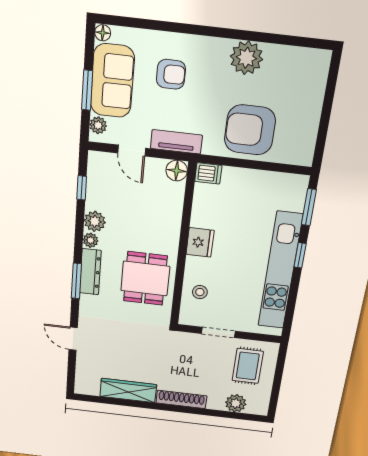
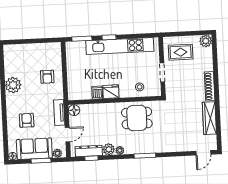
armchair: (250, 130) -> (47, 77), width x0.53, depth x0.53
dishwasher: (208, 173) -> (97, 93), moved
dresser: (90, 272) -> (89, 151), moved
door: (73, 339) -> (203, 153), moved
plant: (236, 403) -> (206, 41), moved

